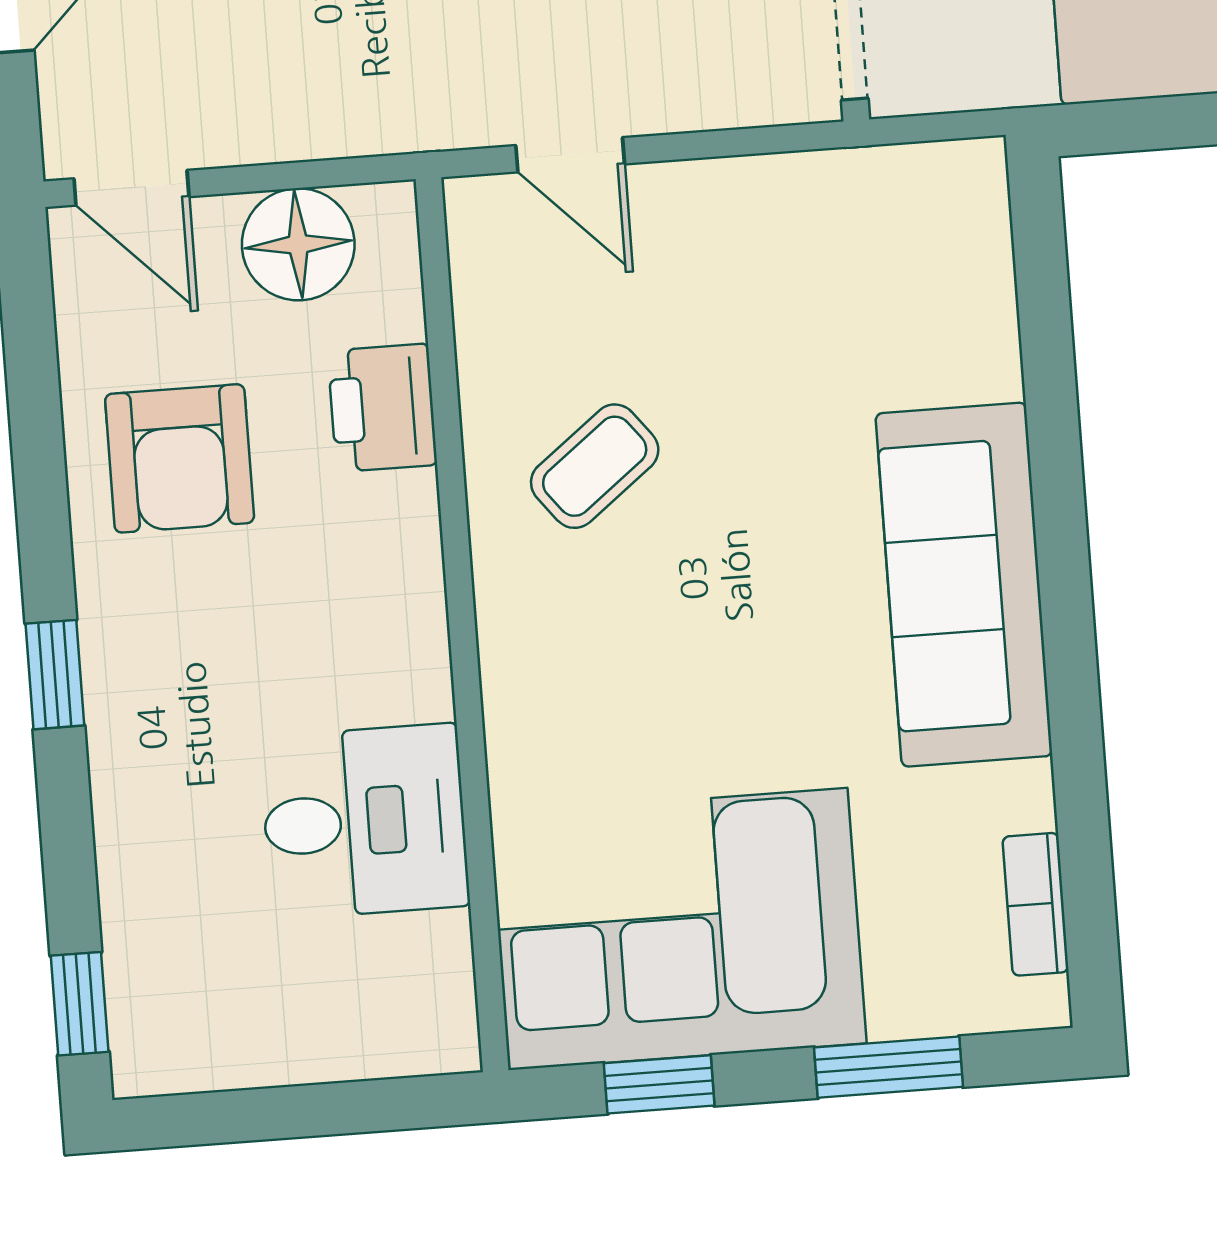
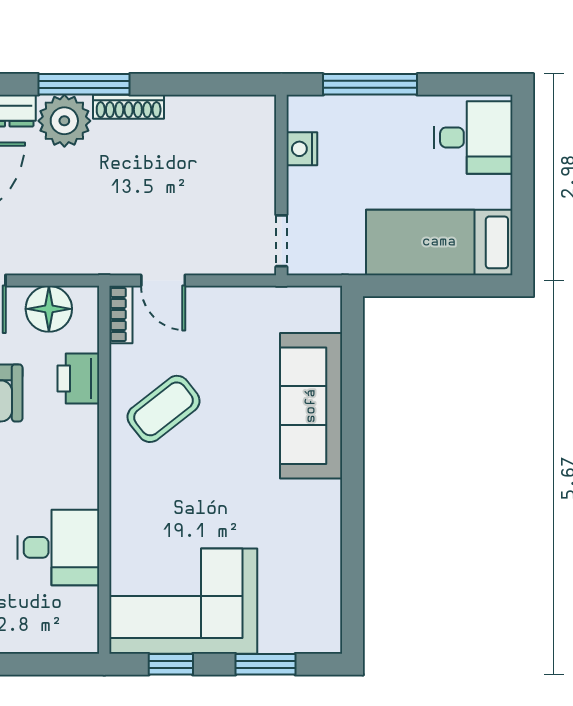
coffee table: (595, 466) -> (163, 409), width x1.36, depth x1.30
sofa: (964, 585) -> (311, 406), moved
bookcase: (1035, 904) -> (121, 315), moved, turned 180

